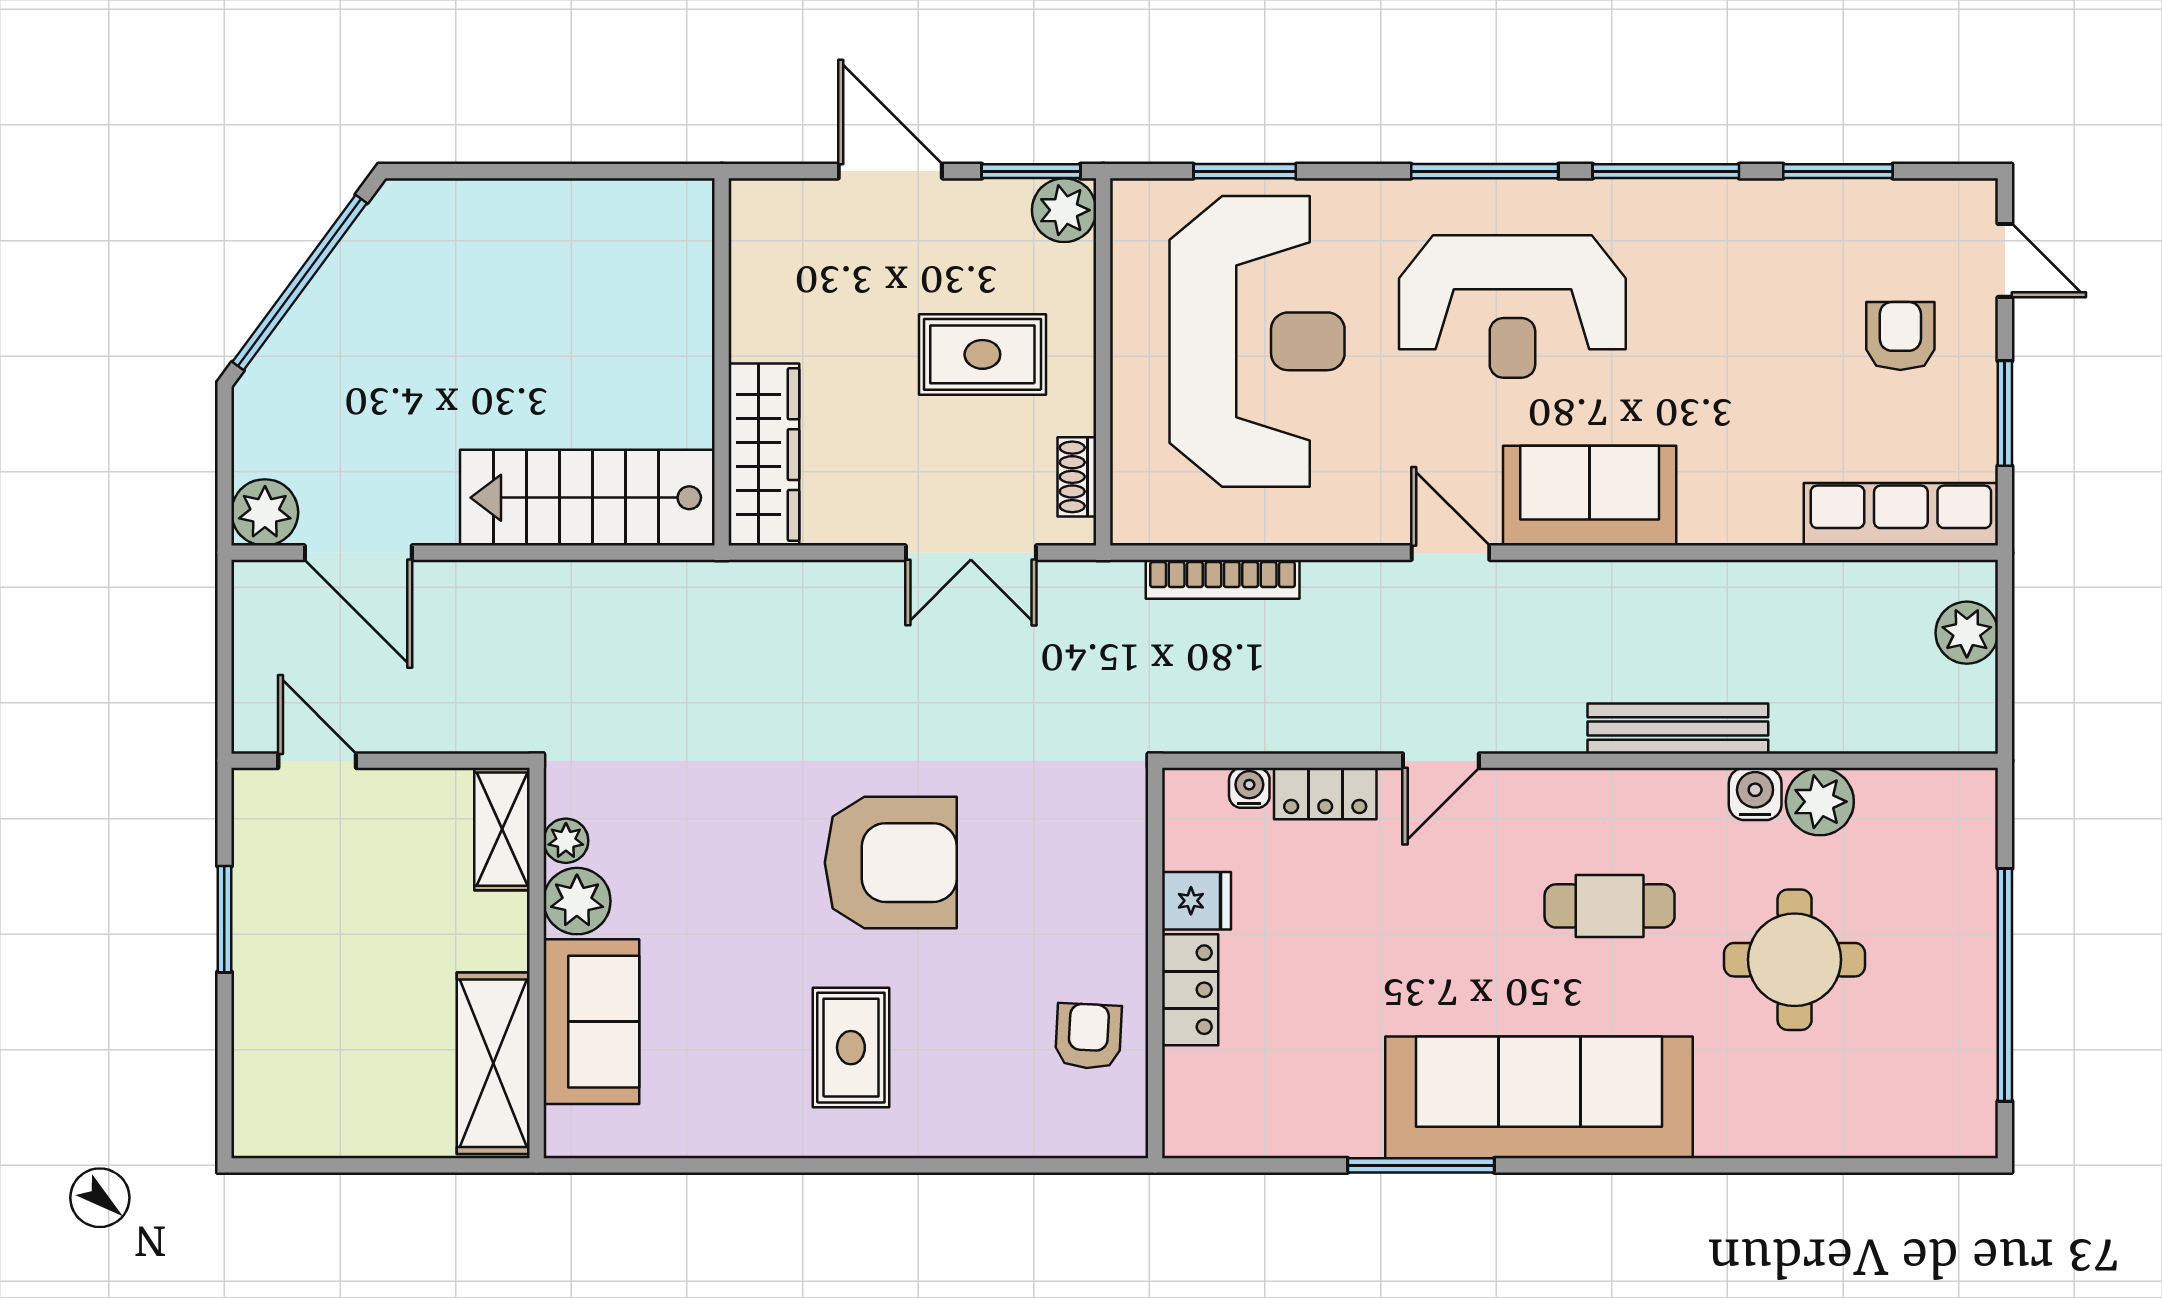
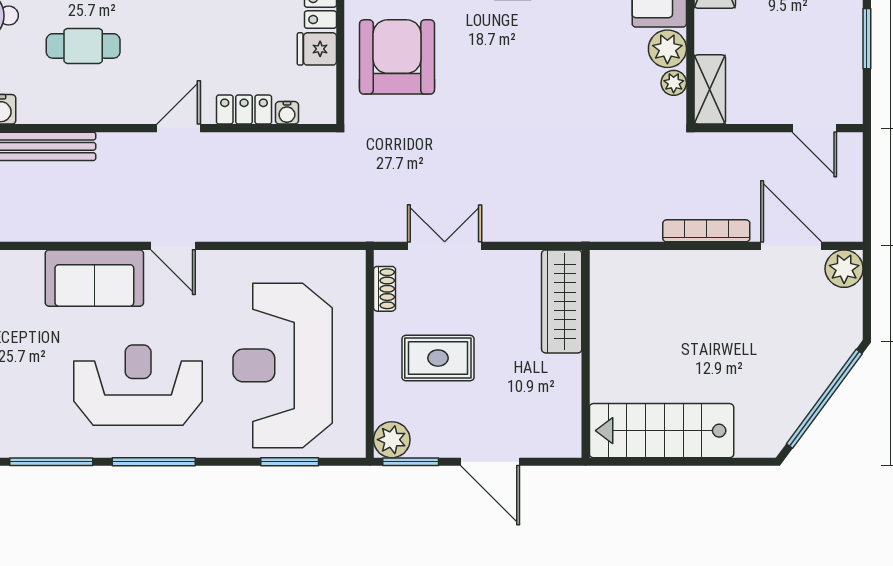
stairs: (587, 498) -> (662, 431), moved, turned 180
bookcase: (1223, 579) -> (706, 231), moved
armchair: (891, 863) -> (397, 57), moved, turned 90

